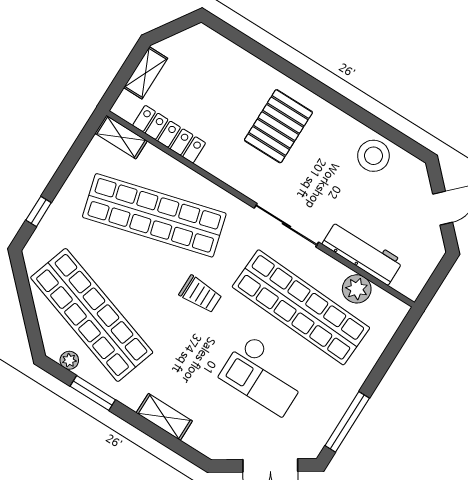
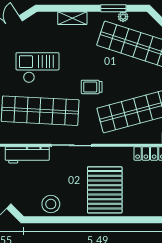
pallet: (278, 126) -> (105, 190), width x1.37, depth x1.41
plant: (357, 289) -> (19, 136), removed
plant: (69, 360) -> (123, 17), moved

